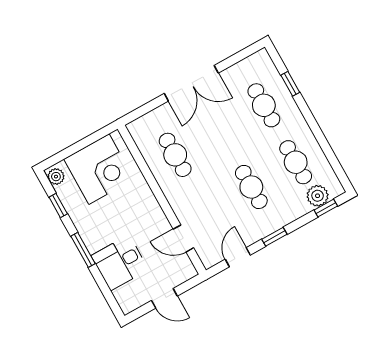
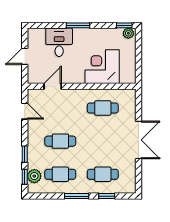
double door: (191, 83) -> (138, 140), swing flipped
window: (313, 124) -> (77, 196), added
corner desk: (99, 169) -> (102, 67), moved, turned 90
window: (58, 206) -> (124, 25), moved
window: (274, 237) -> (25, 154), moved

